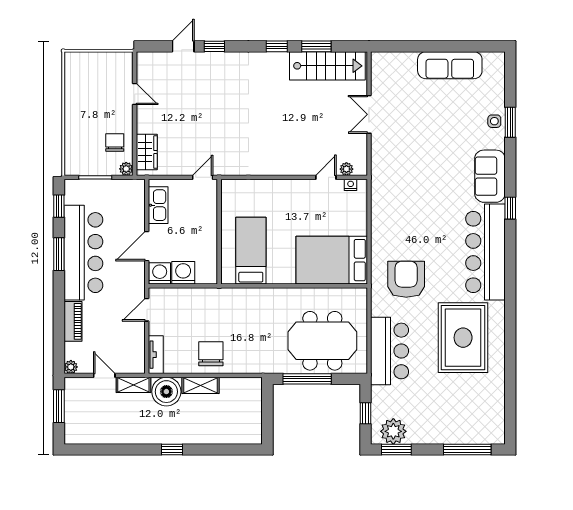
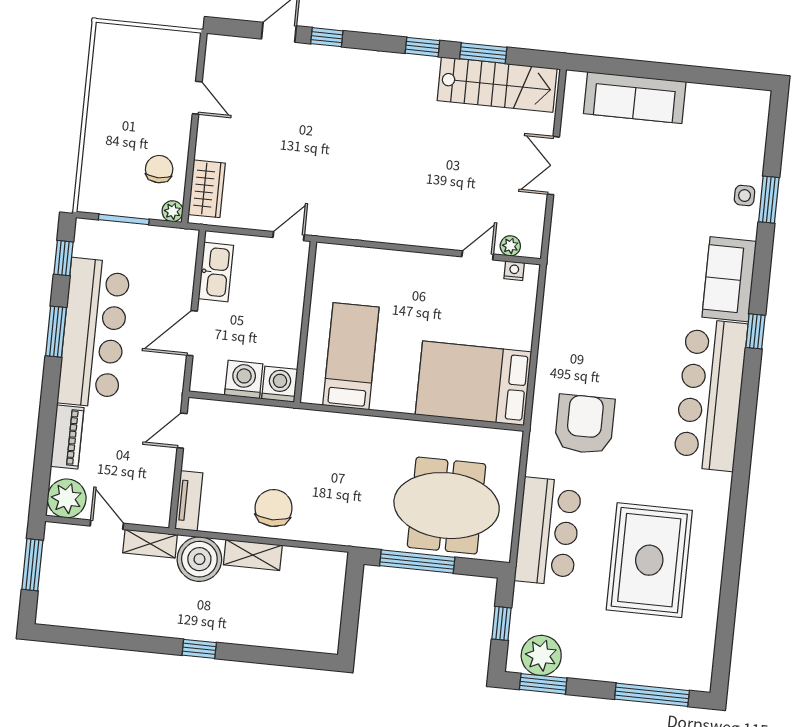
sofa: (450, 65) -> (635, 98), moved
washing machine: (160, 273) -> (280, 384), moved
rug: (463, 338) -> (649, 560), moved
plant: (71, 367) -> (67, 498), width x1.88, depth x1.88

